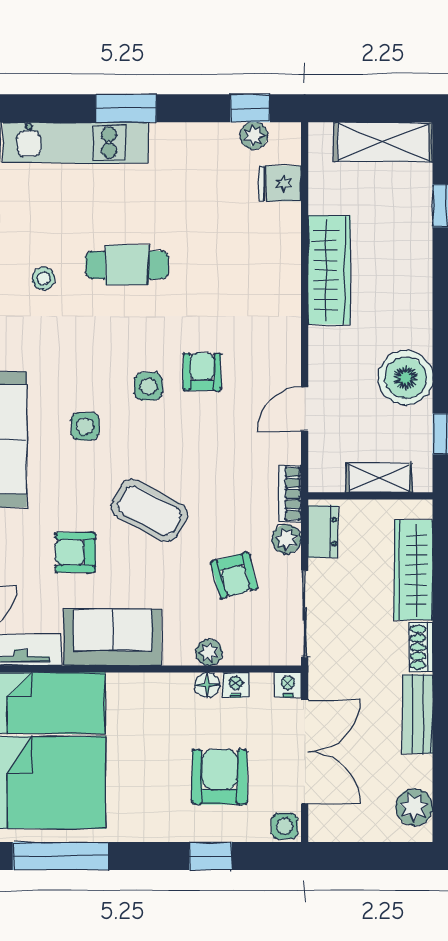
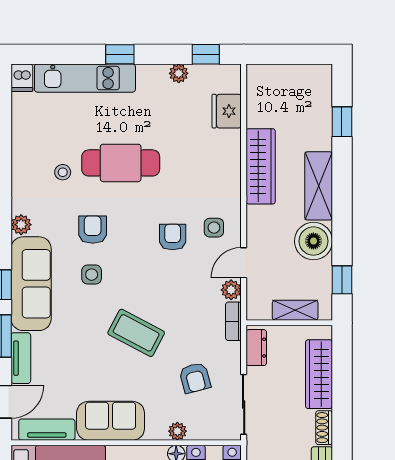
window: (126, 108) -> (120, 54), width x0.67
plant: (254, 136) -> (179, 73), moved
shelving: (383, 142) -> (319, 186), moved, turned 90
fridge: (280, 183) -> (227, 111), width x1.38
cafe table: (127, 265) -> (121, 163), width x1.37, depth x1.35
side table: (148, 386) -> (214, 228), moved
plant: (287, 539) -> (231, 290), moved
armchair: (75, 552) -> (93, 230), moved, turned 90

